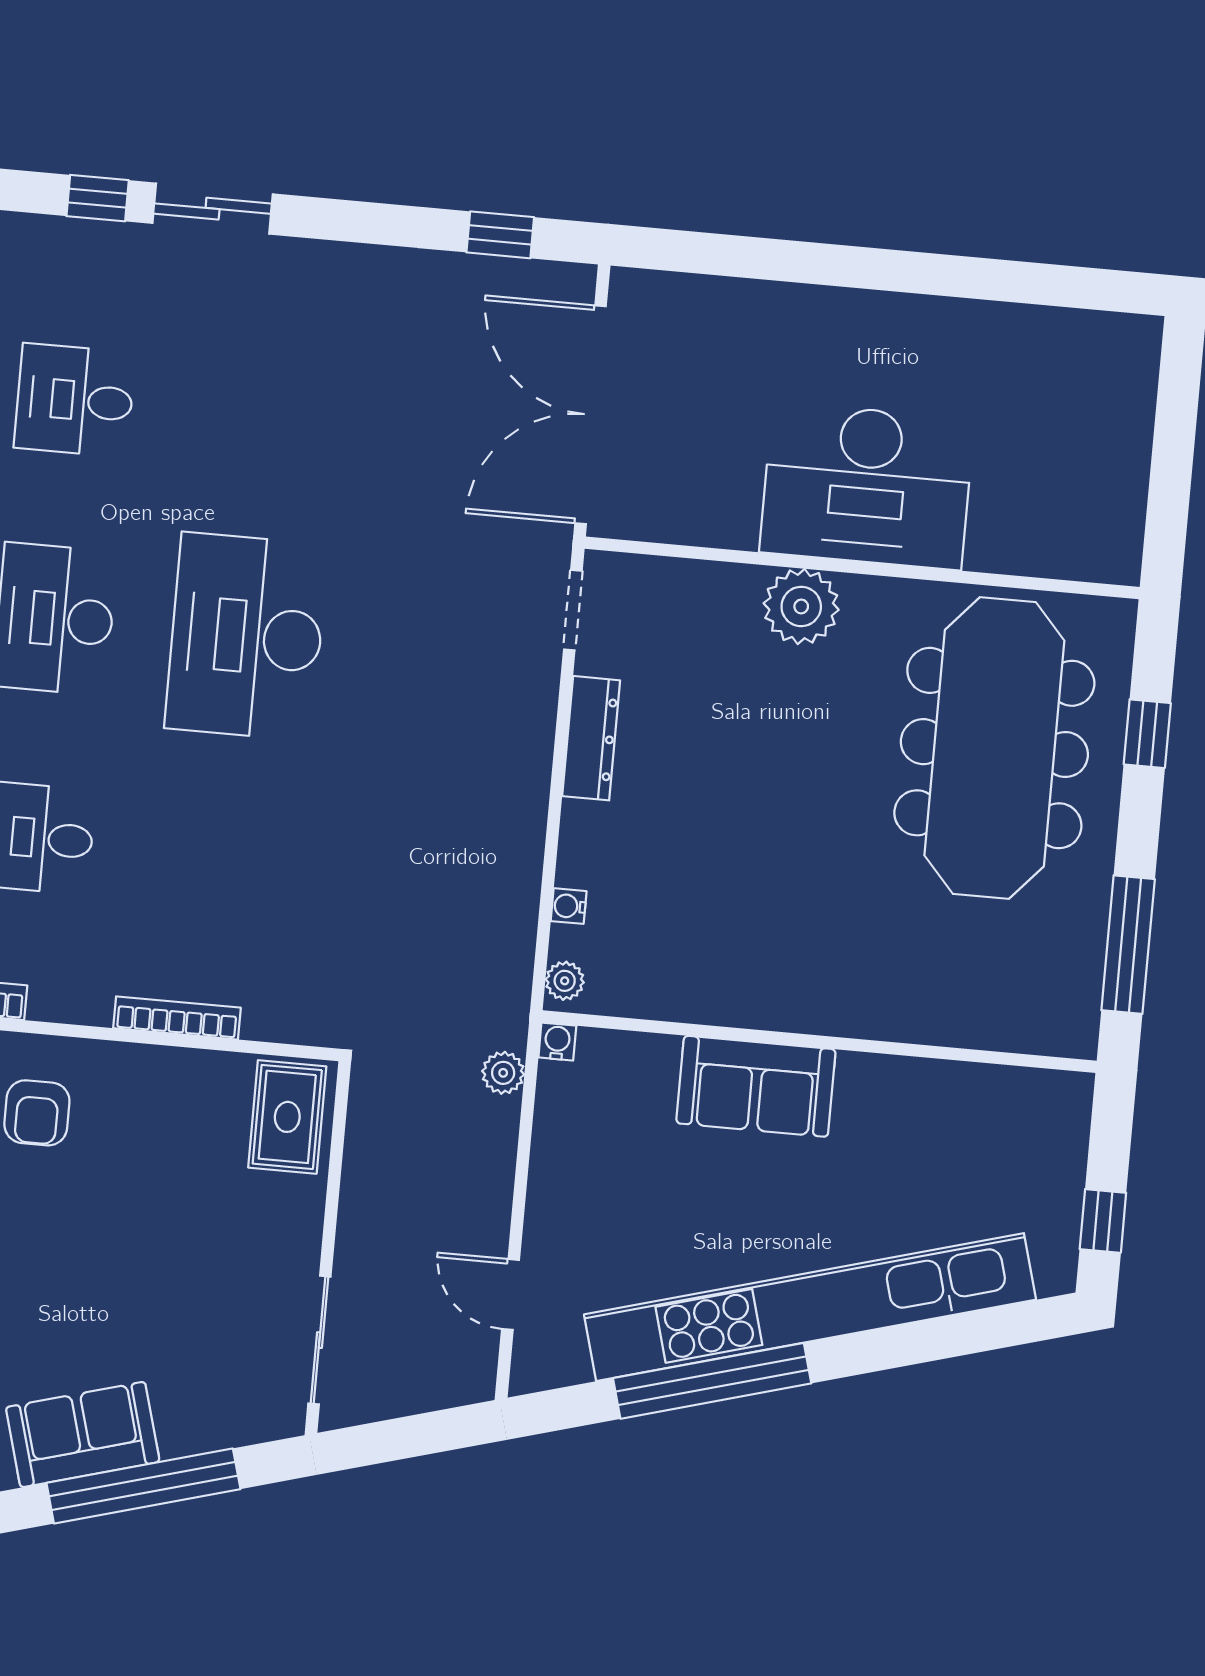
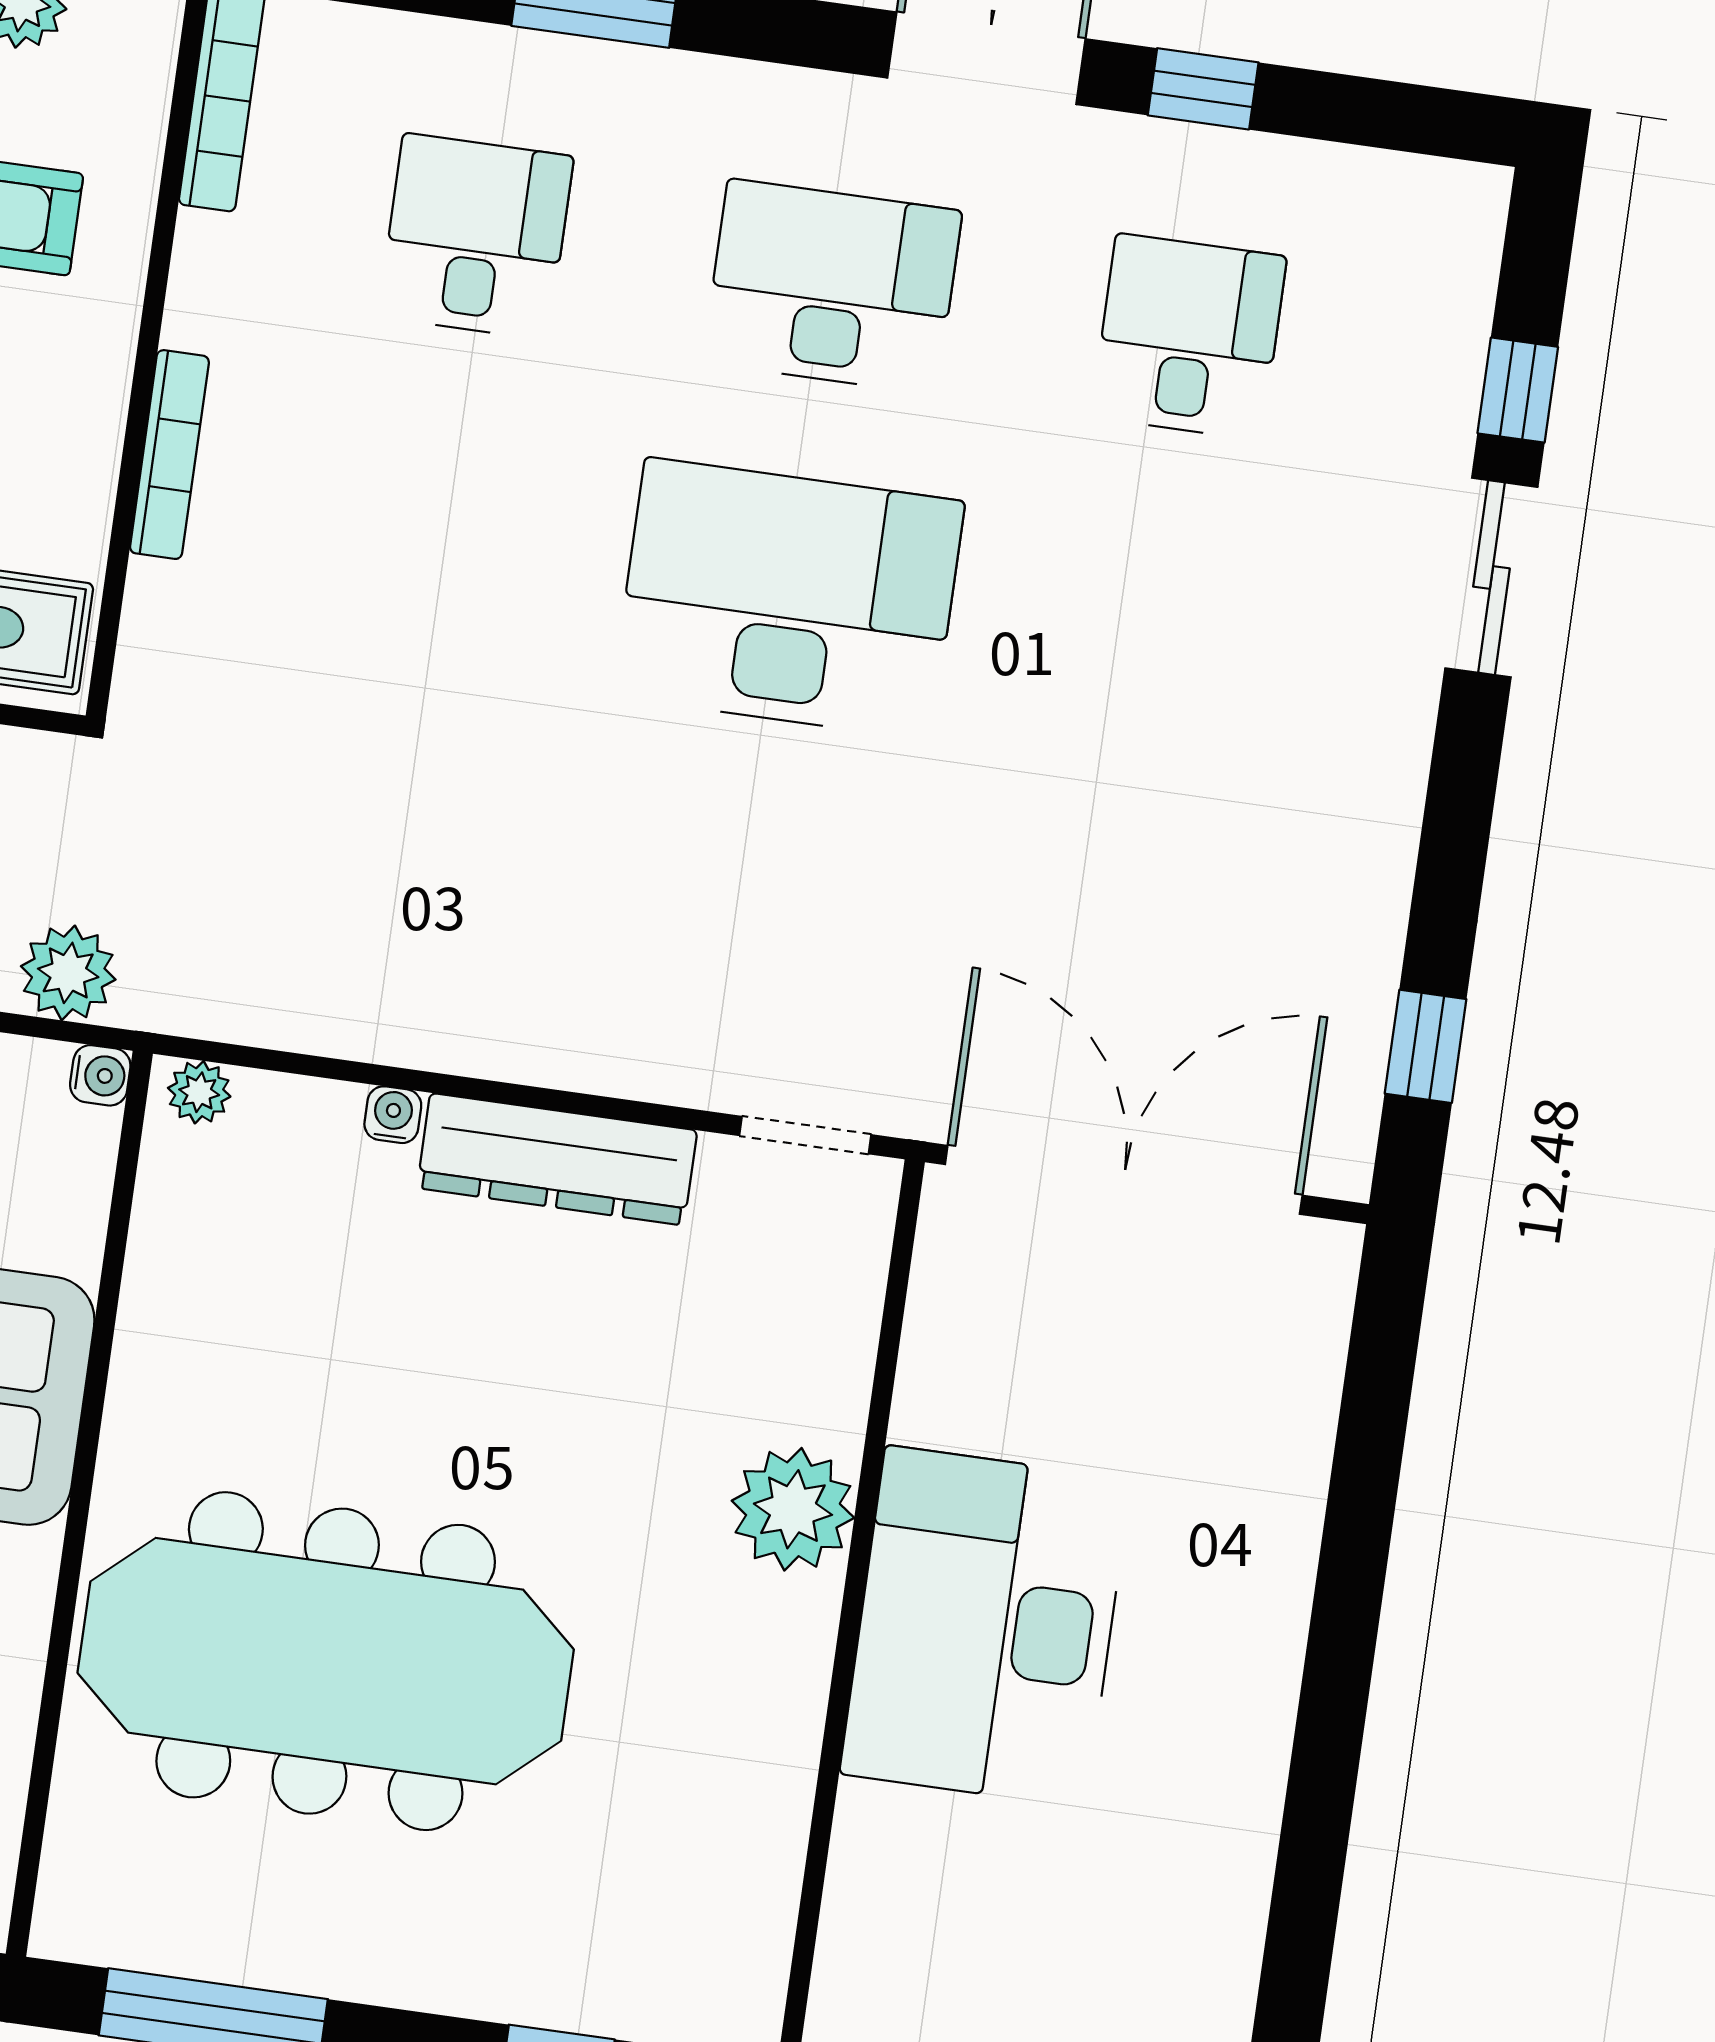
dresser: (591, 738) -> (557, 1159), width x1.37, depth x1.24
meeting table: (994, 748) -> (326, 1661), moved
water cooler: (569, 906) -> (393, 1115), moved
plant: (503, 1073) -> (68, 973), width x1.38, depth x1.38

